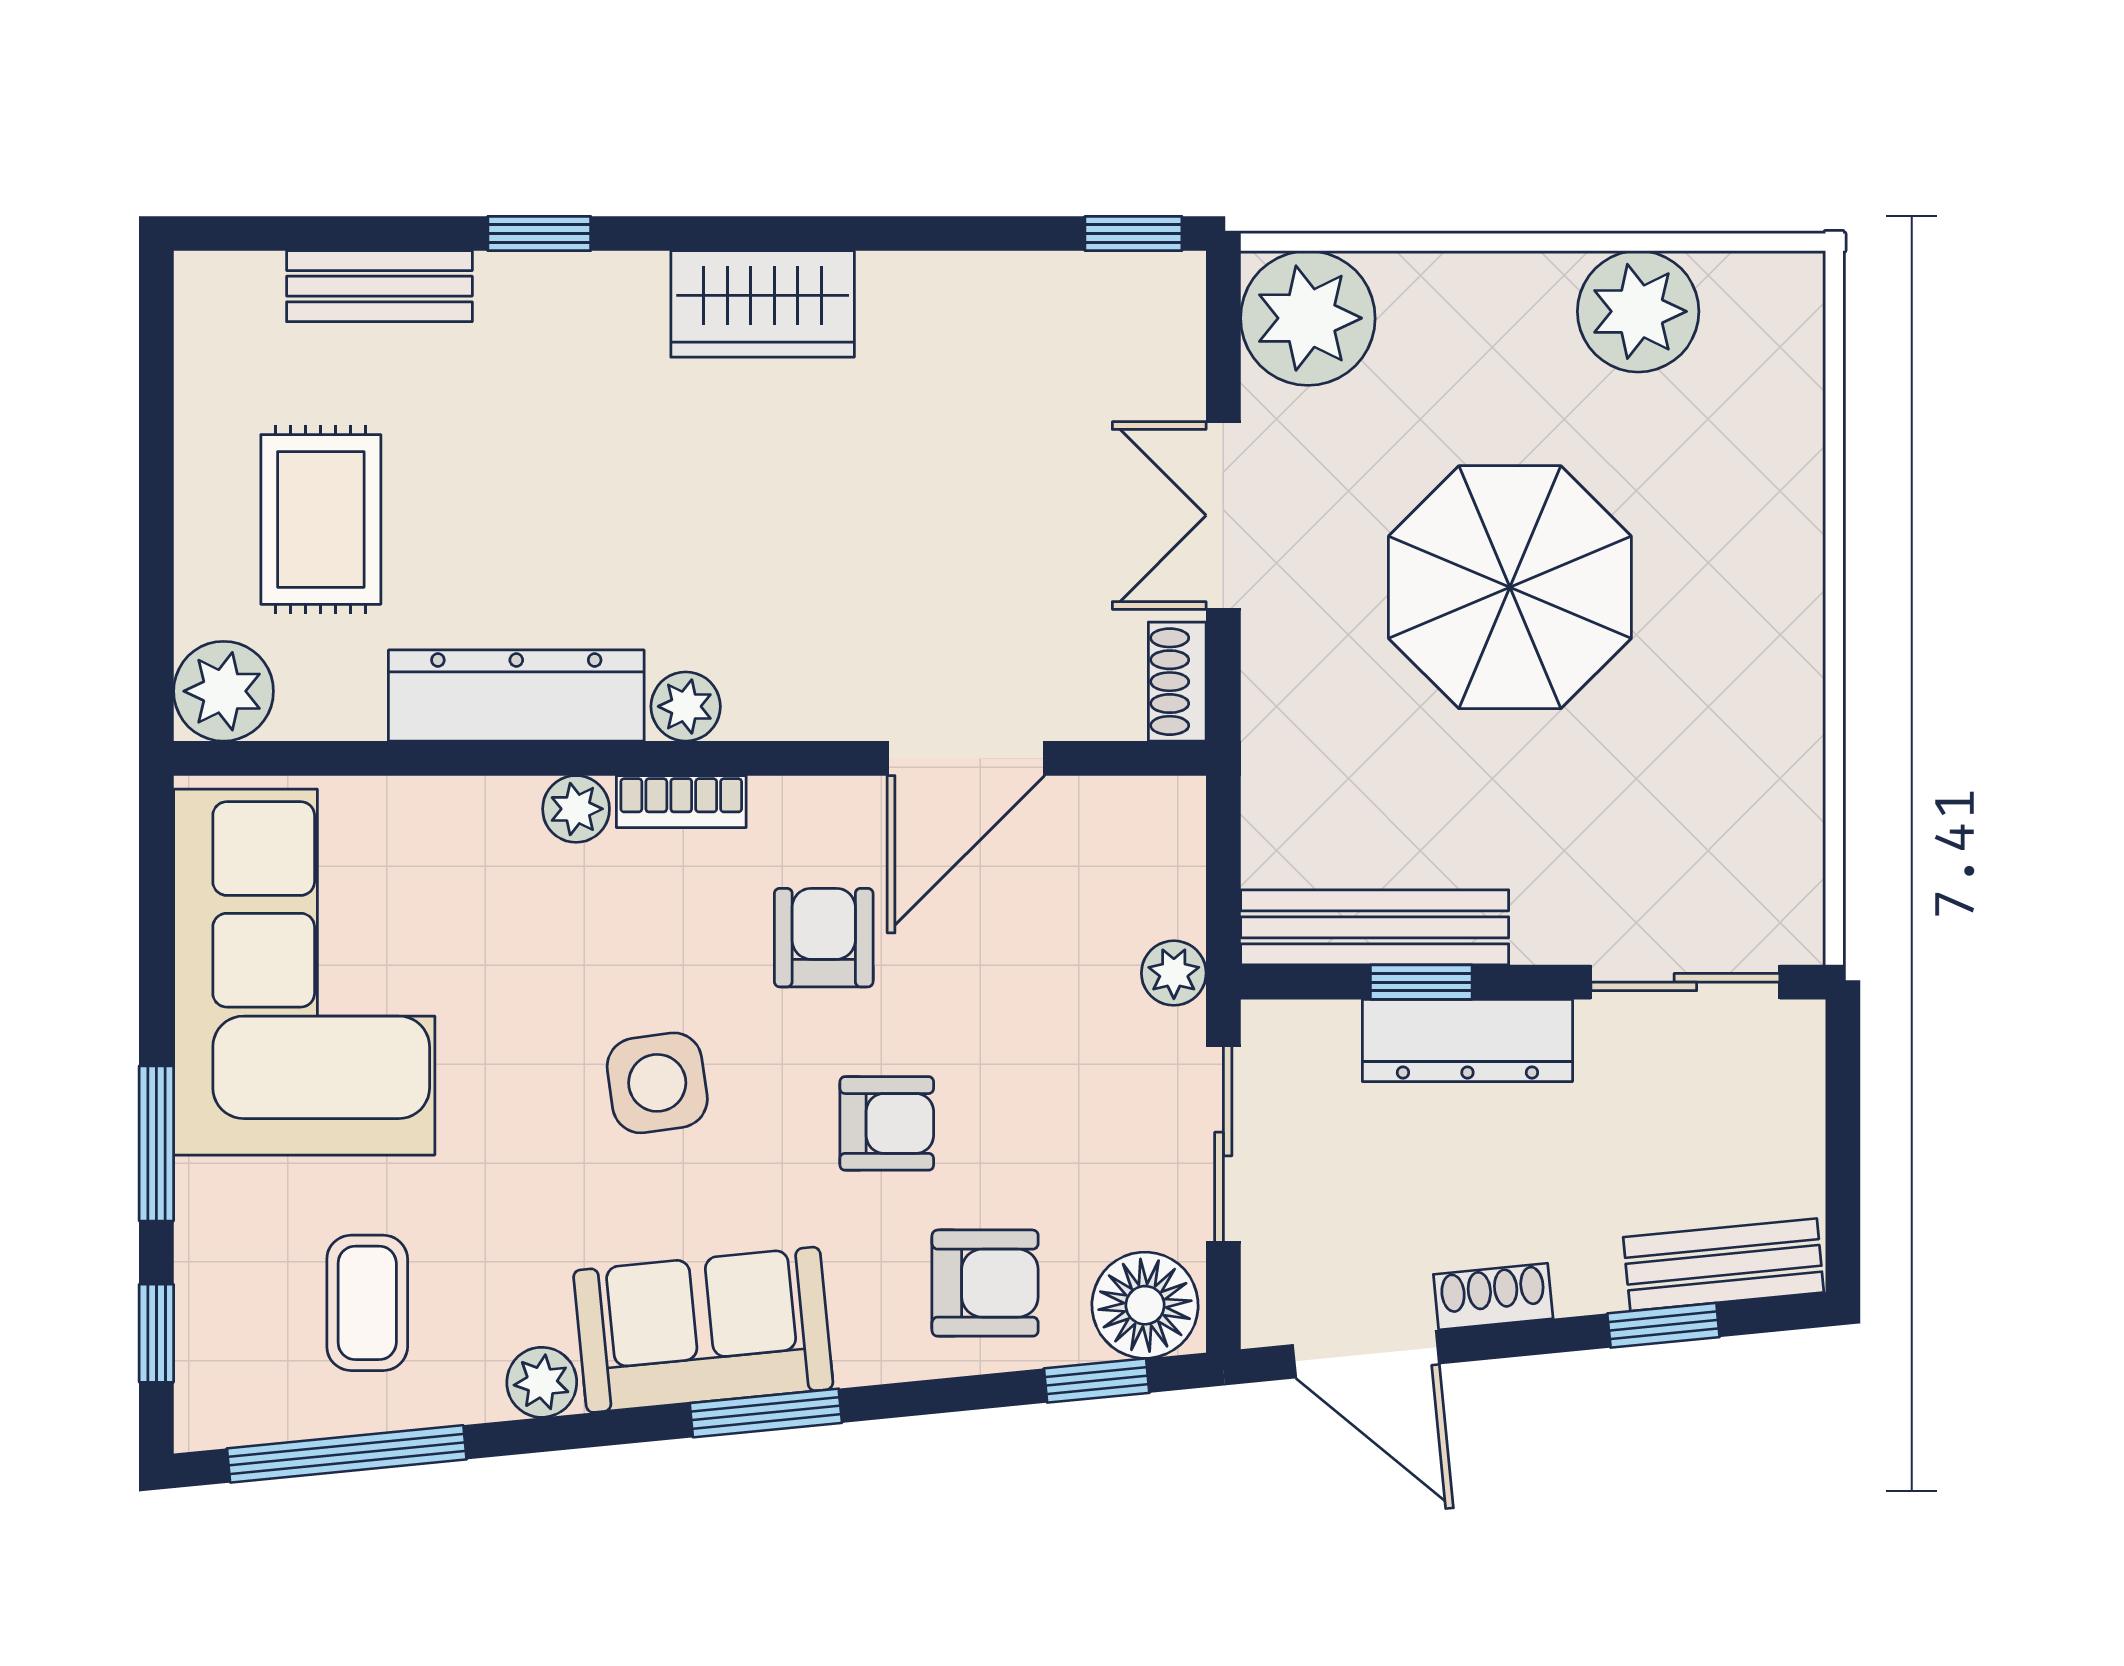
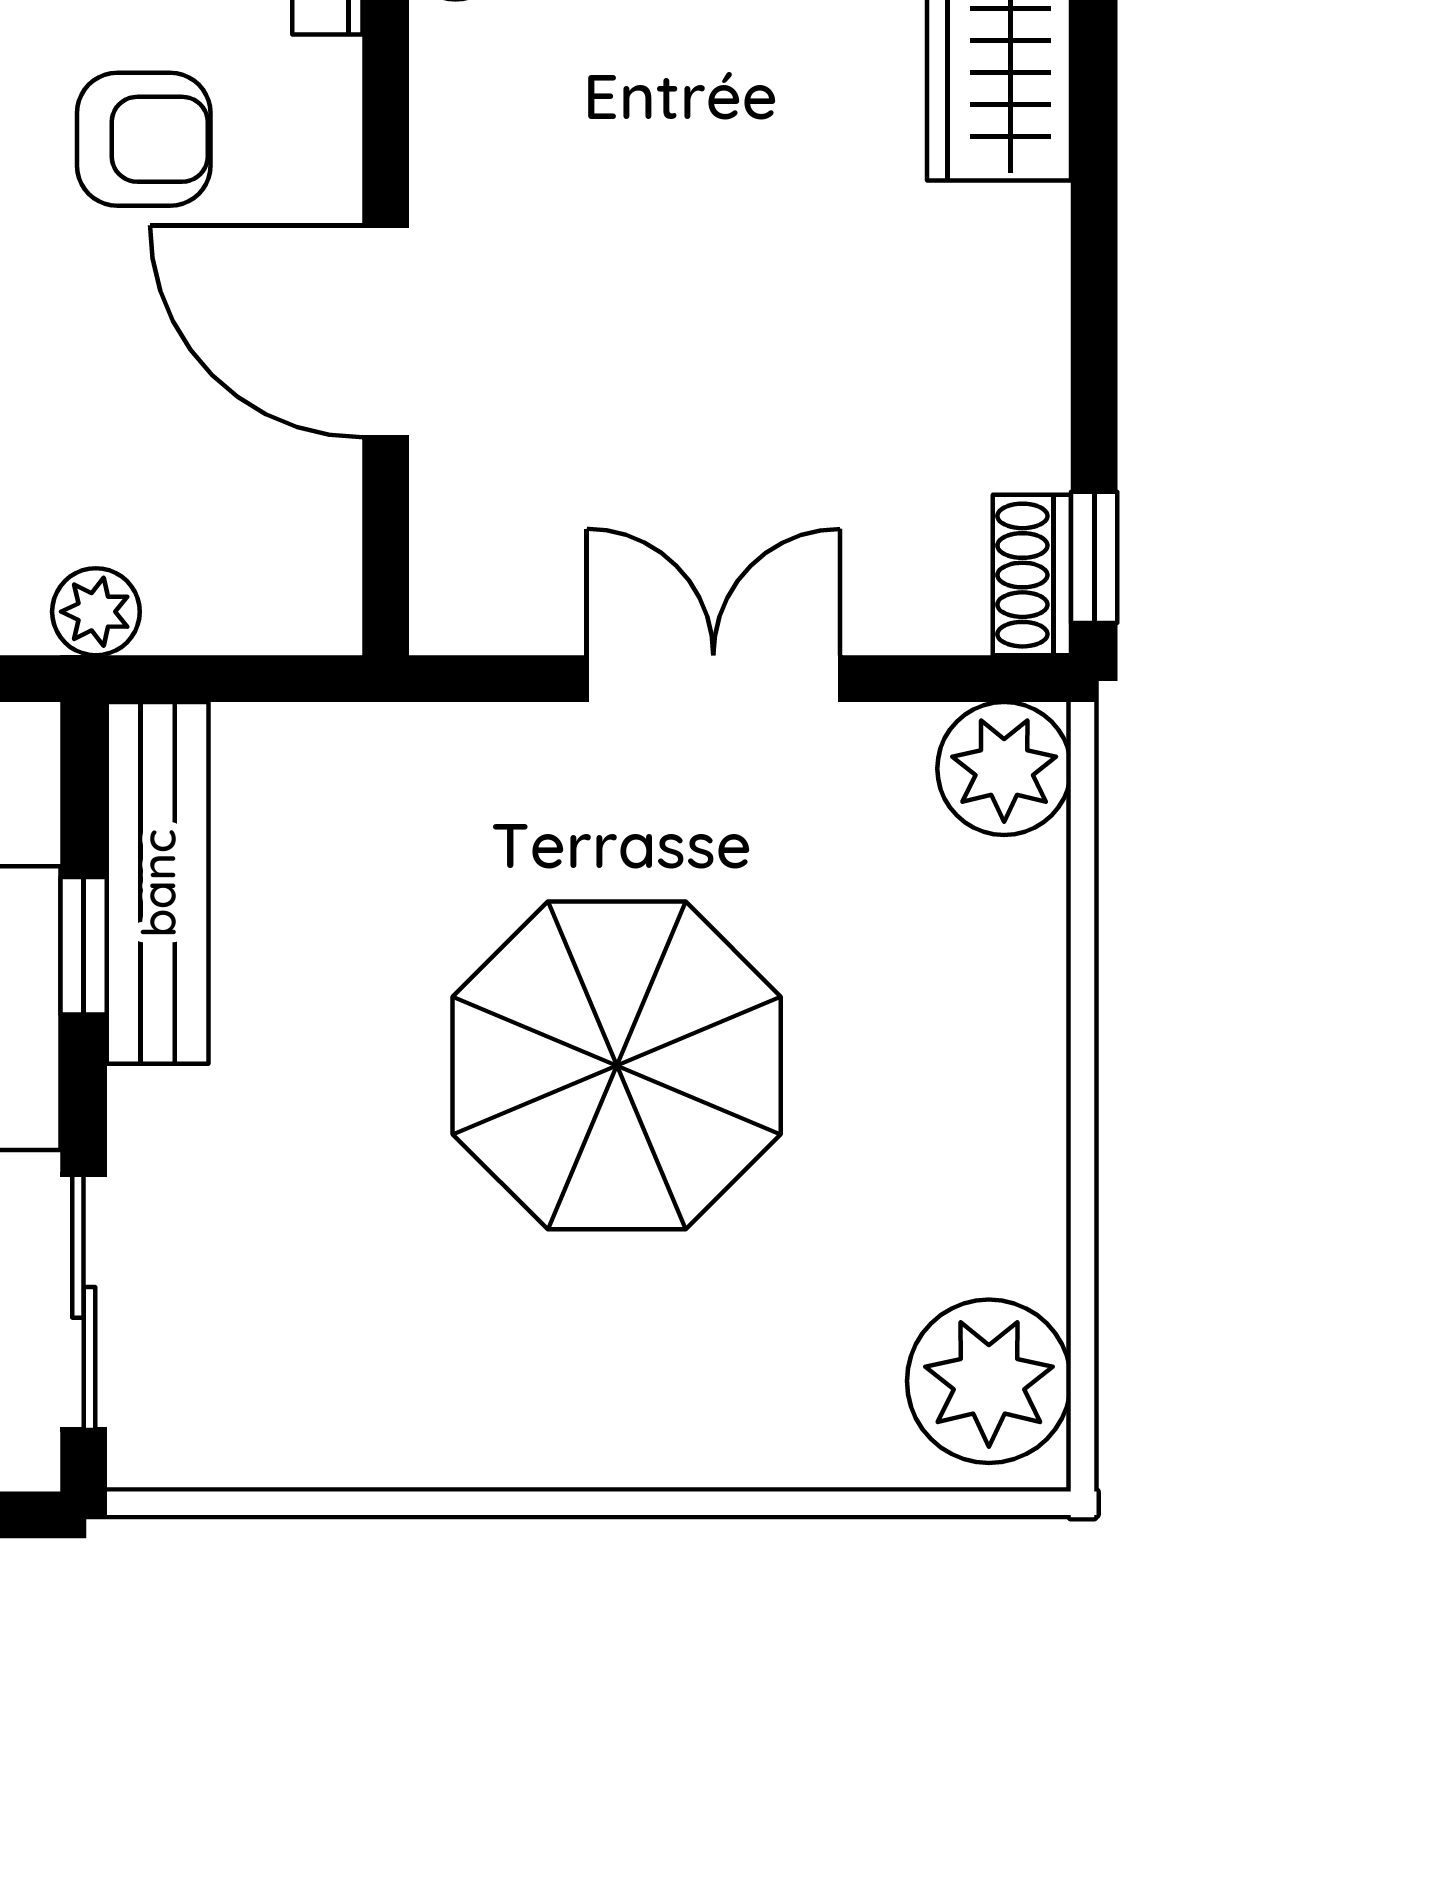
plant: (1638, 311) -> (989, 1381), moved
plant: (1308, 318) -> (1004, 769), width x0.73, depth x0.73
shoe rack: (1177, 682) -> (1032, 575), moved, turned -90

